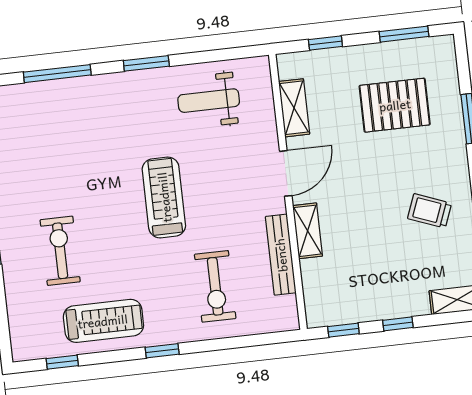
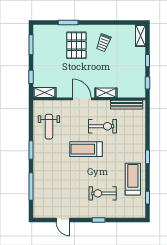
pallet: (395, 105) -> (76, 45), moved
shelving: (294, 108) -> (44, 93), moved
bench: (281, 255) -> (127, 105), moved
exercise bike: (215, 286) -> (102, 126), moved

